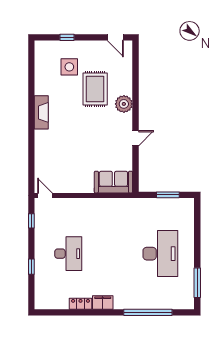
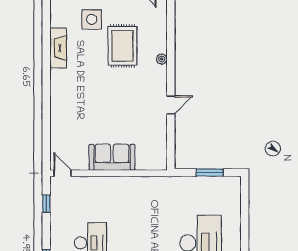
plant: (124, 104) -> (162, 59), width x0.53, depth x0.53
fireplace: (41, 112) -> (58, 48), moved
sofa: (113, 182) -> (112, 157), moved

